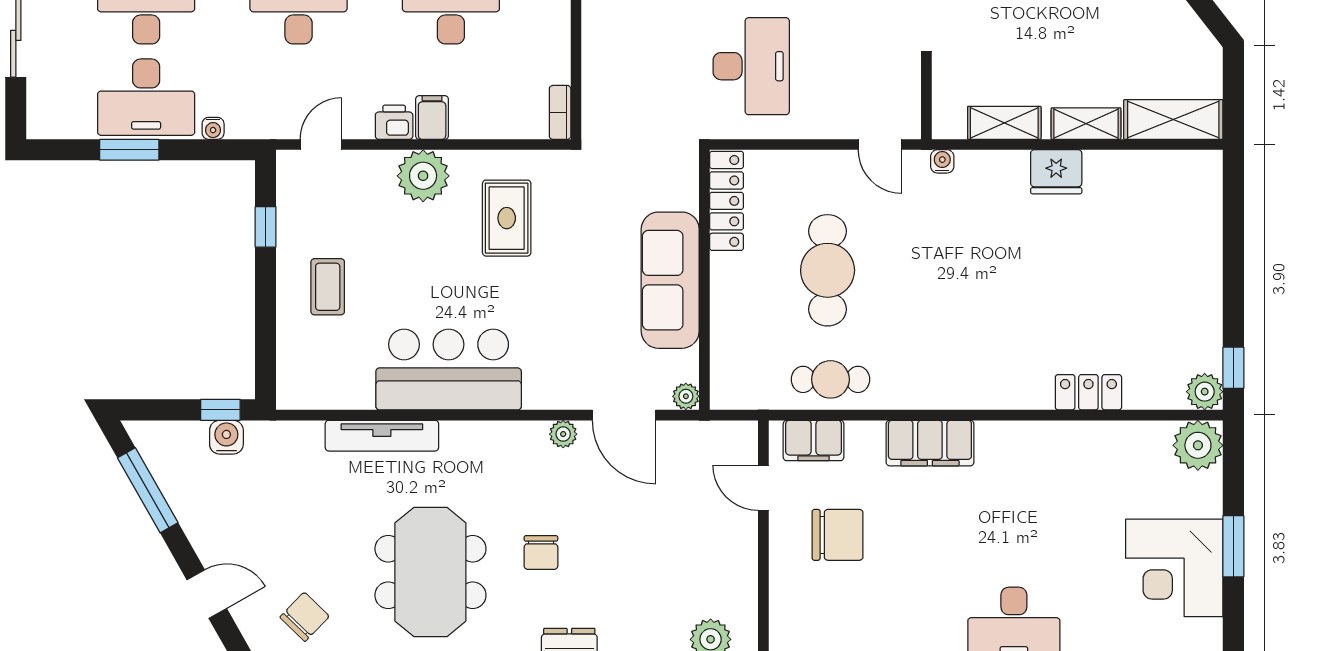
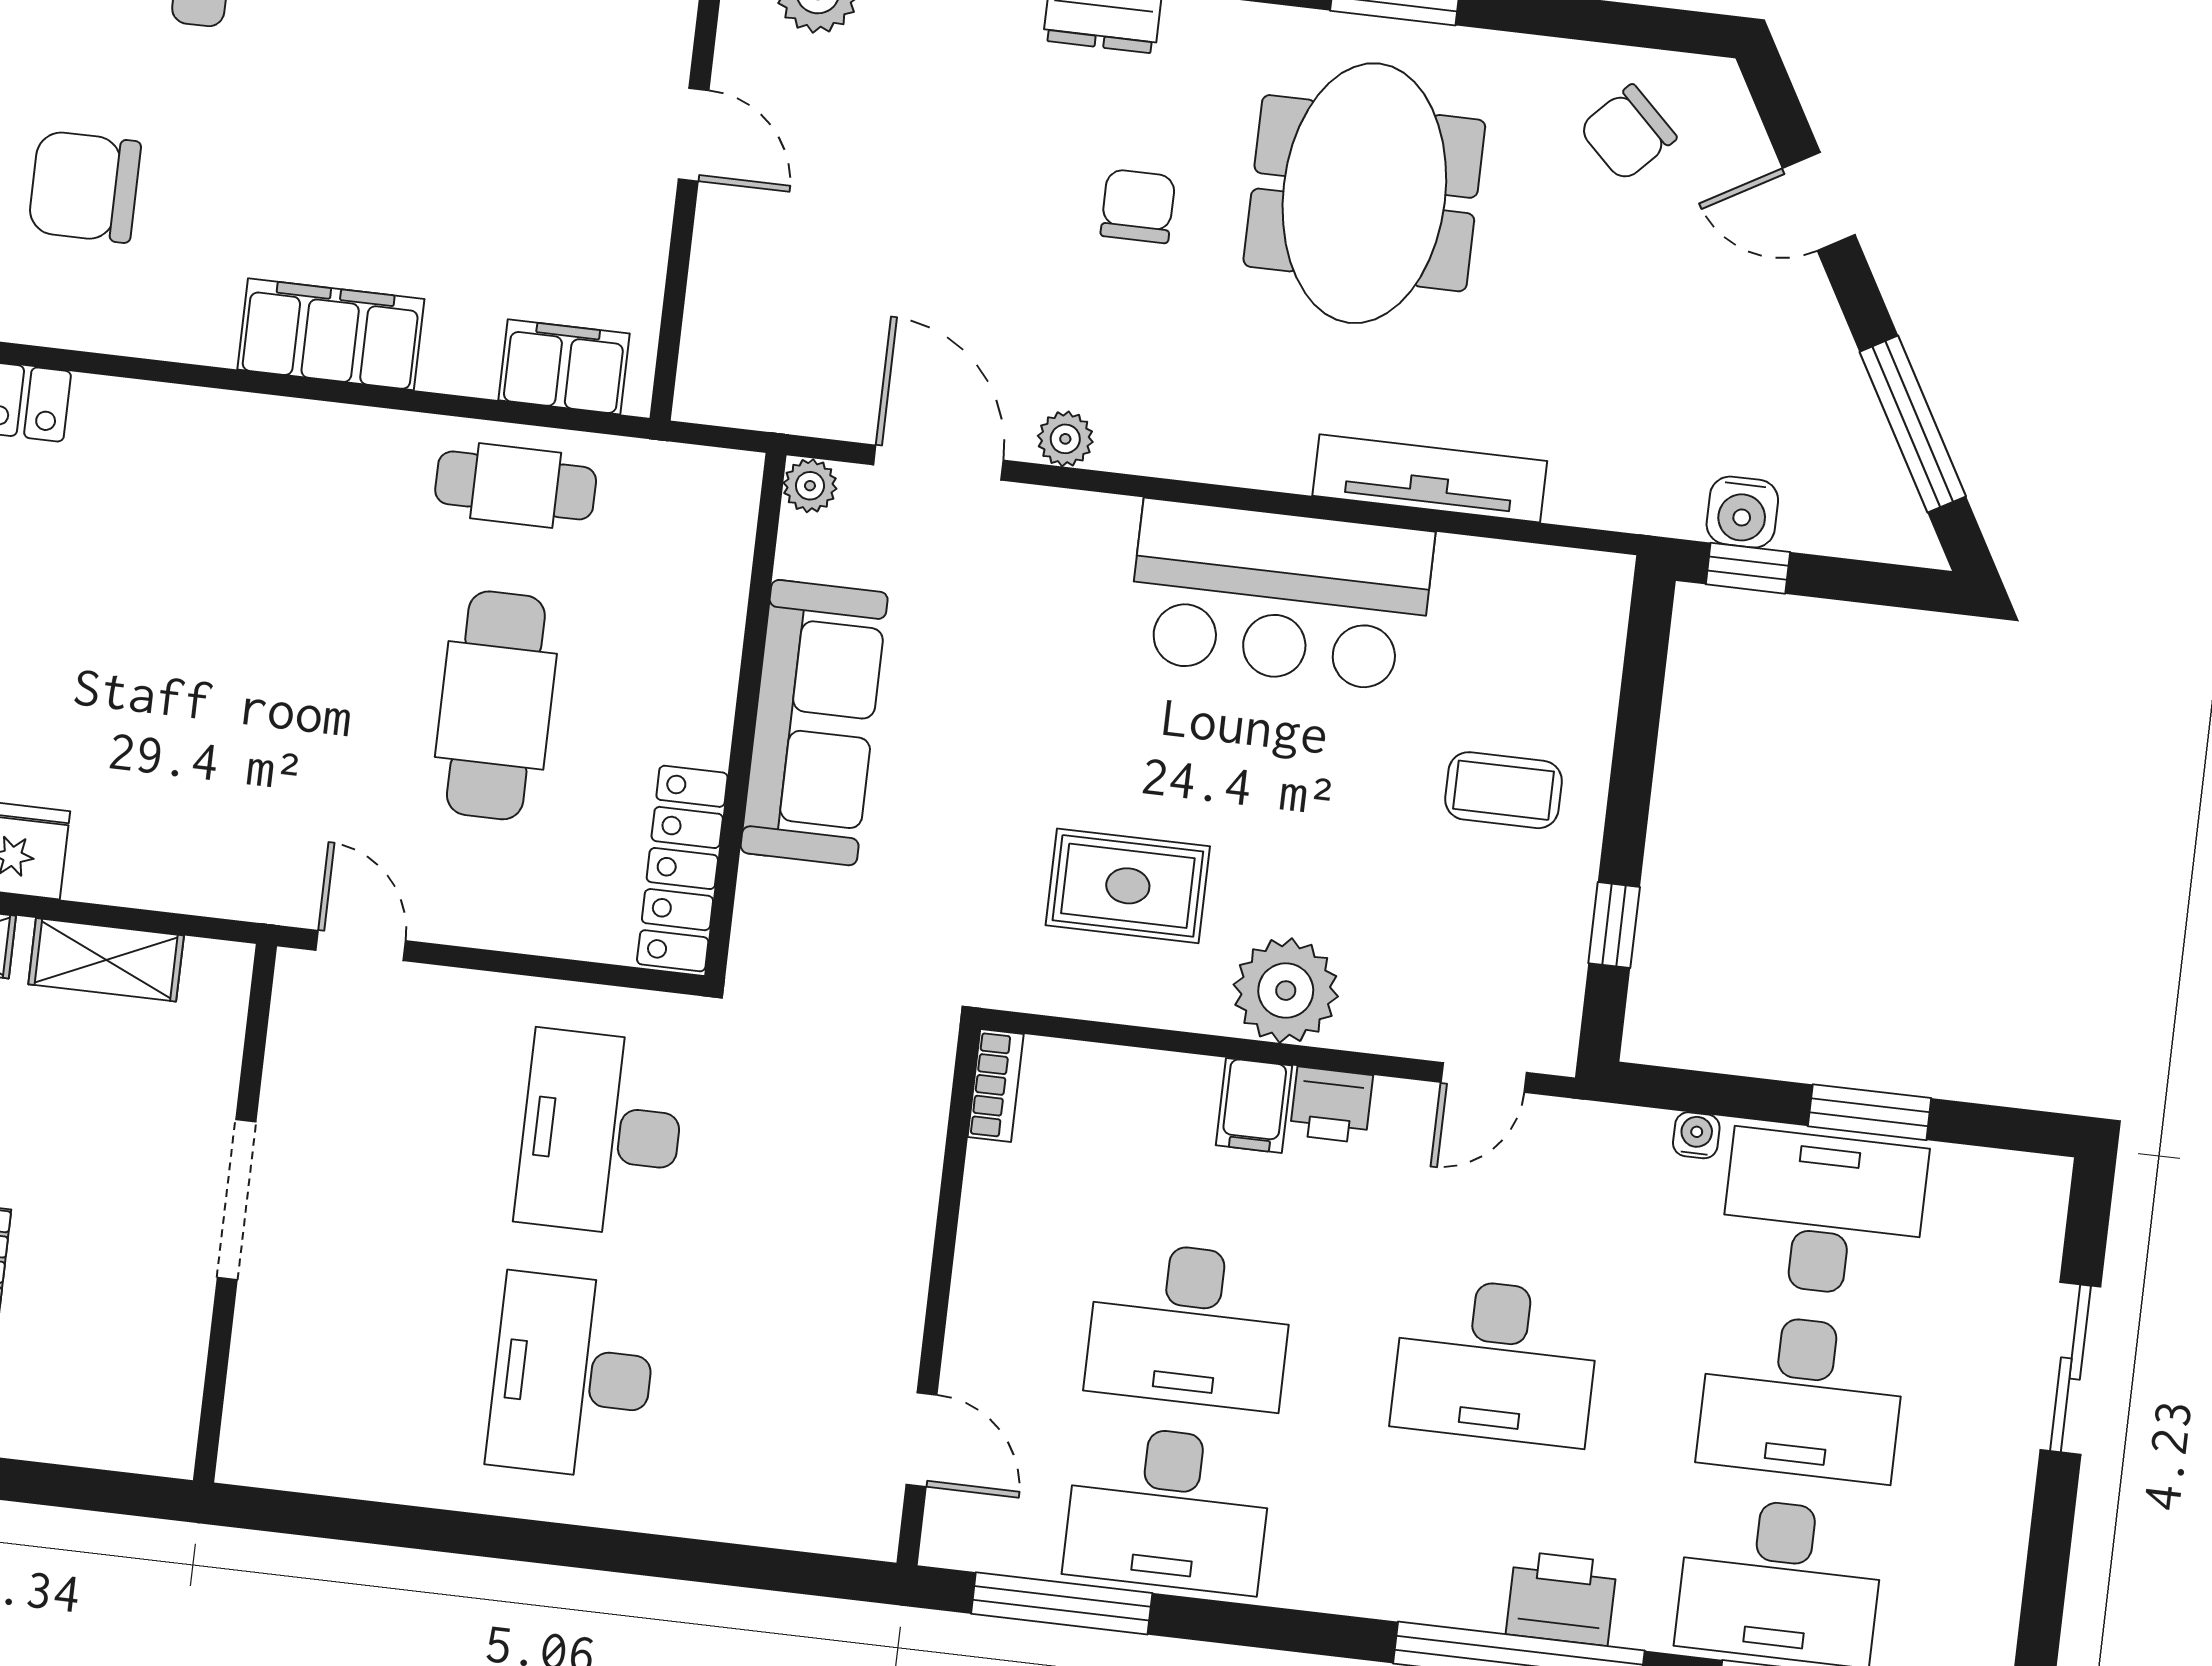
water cooler: (942, 161) -> (240, 897), removed
rug: (507, 218) -> (1128, 886), turned 90
coffee table: (328, 287) -> (1503, 790), turned 90
door: (763, 488) -> (694, 135), moved
chair: (838, 535) -> (84, 187), moved

